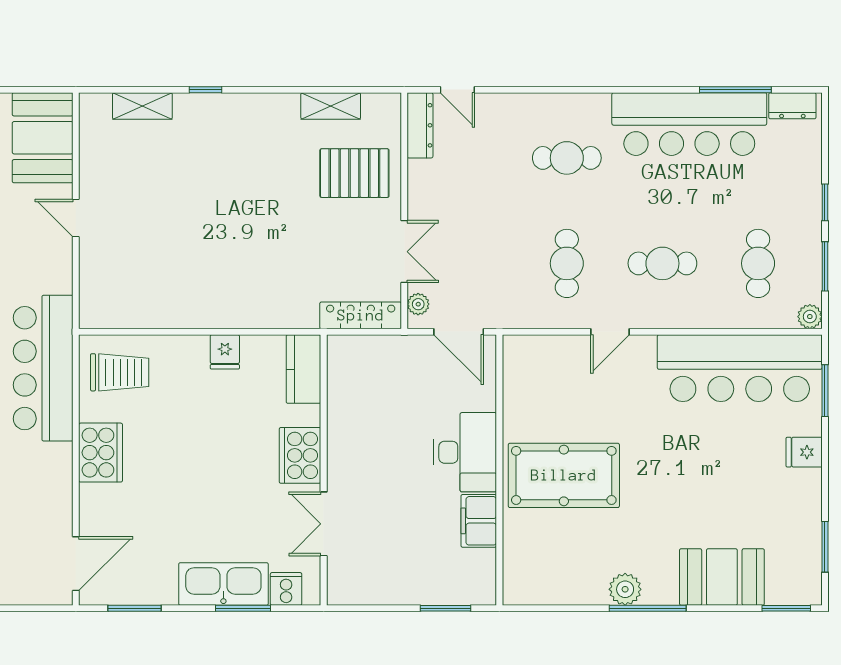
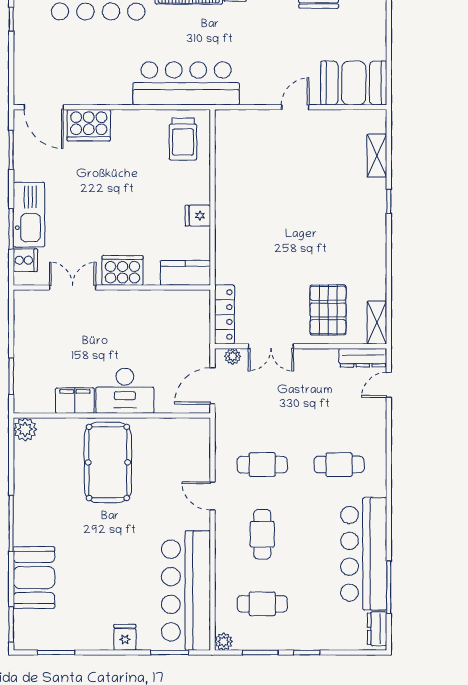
shelving: (331, 106) -> (377, 323), moved
cafe table: (567, 158) -> (339, 465), turned 90
cooker: (101, 453) -> (89, 125), moved
plant: (625, 589) -> (25, 429), moved

